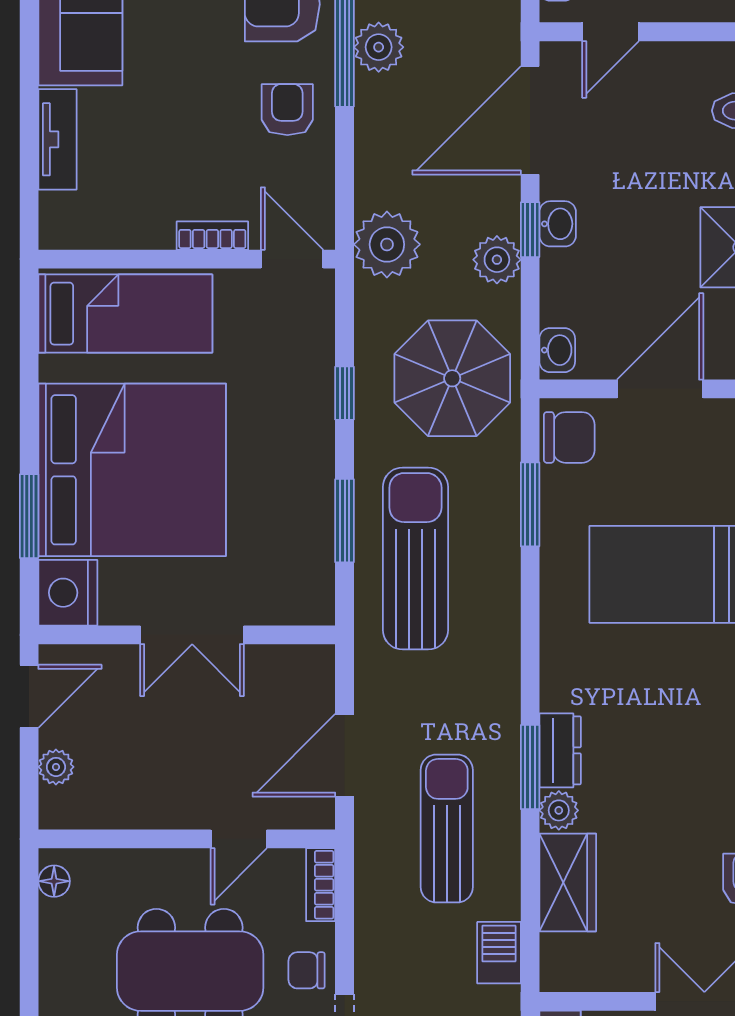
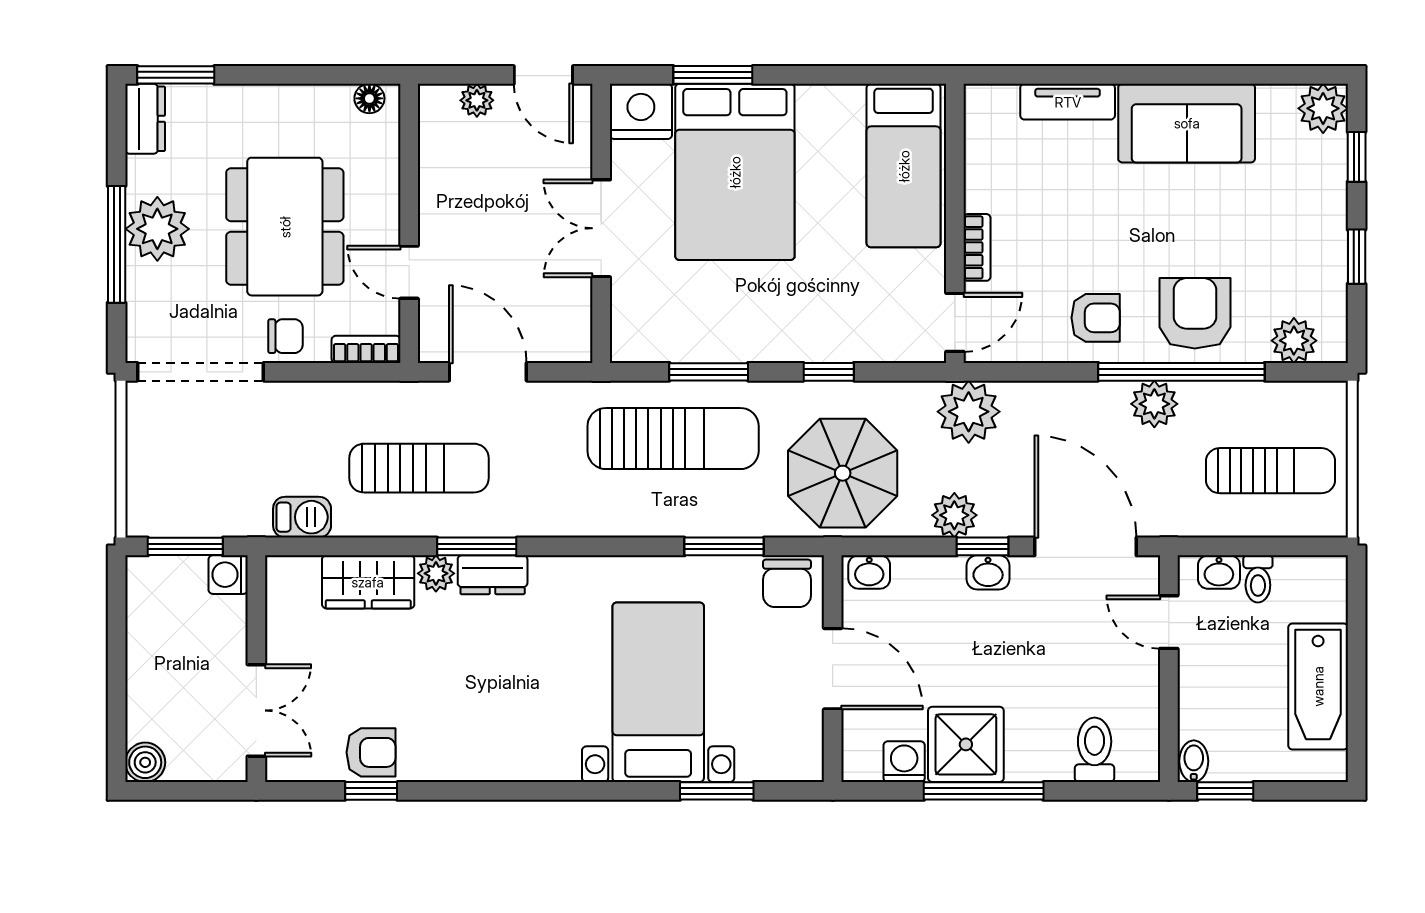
bed: (132, 470) -> (735, 172), width x0.73
chair: (307, 970) -> (285, 336), turned 90

